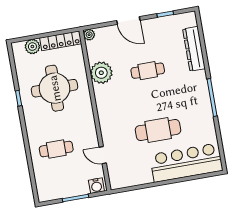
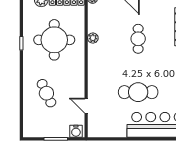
cafe table: (148, 71) -> (138, 39), turned 90
plant: (101, 73) -> (93, 38), width x0.53, depth x0.53
cafe table: (56, 149) -> (46, 93), turned 65

